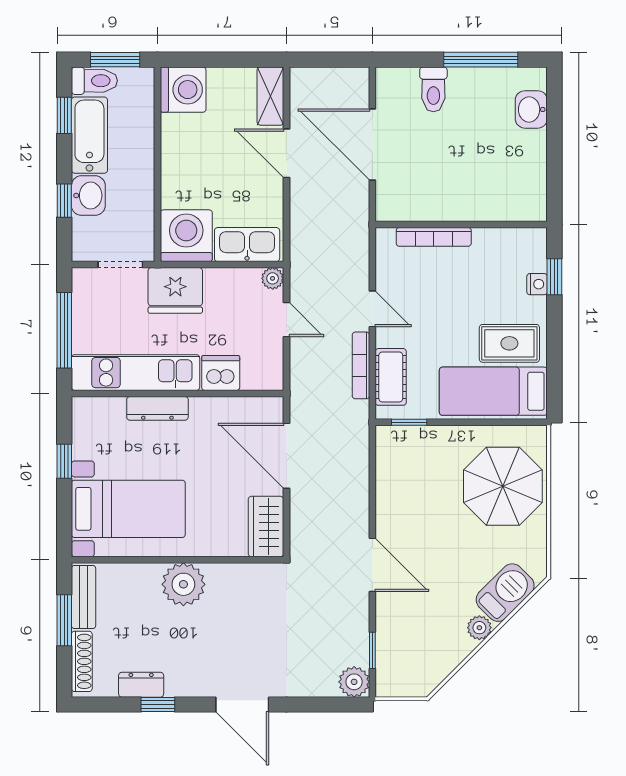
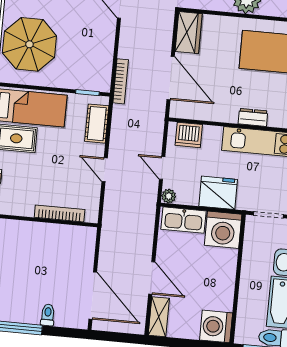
toilet: (433, 89) -> (48, 315), width x0.73, depth x0.72
door: (372, 145) -> (93, 296), moved
fridge: (175, 290) -> (218, 193), moved
bookcase: (361, 365) -> (121, 81), moved
dishwasher: (221, 373) -> (189, 135), moved
dresser: (157, 408) -> (253, 117), width x0.70

